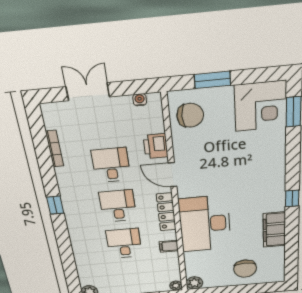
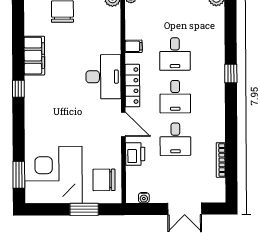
corner desk: (261, 106) -> (53, 175), width x1.36, depth x1.36
window: (55, 205) -> (231, 73), moved
desk: (205, 224) -> (103, 77), width x0.73, depth x0.77

